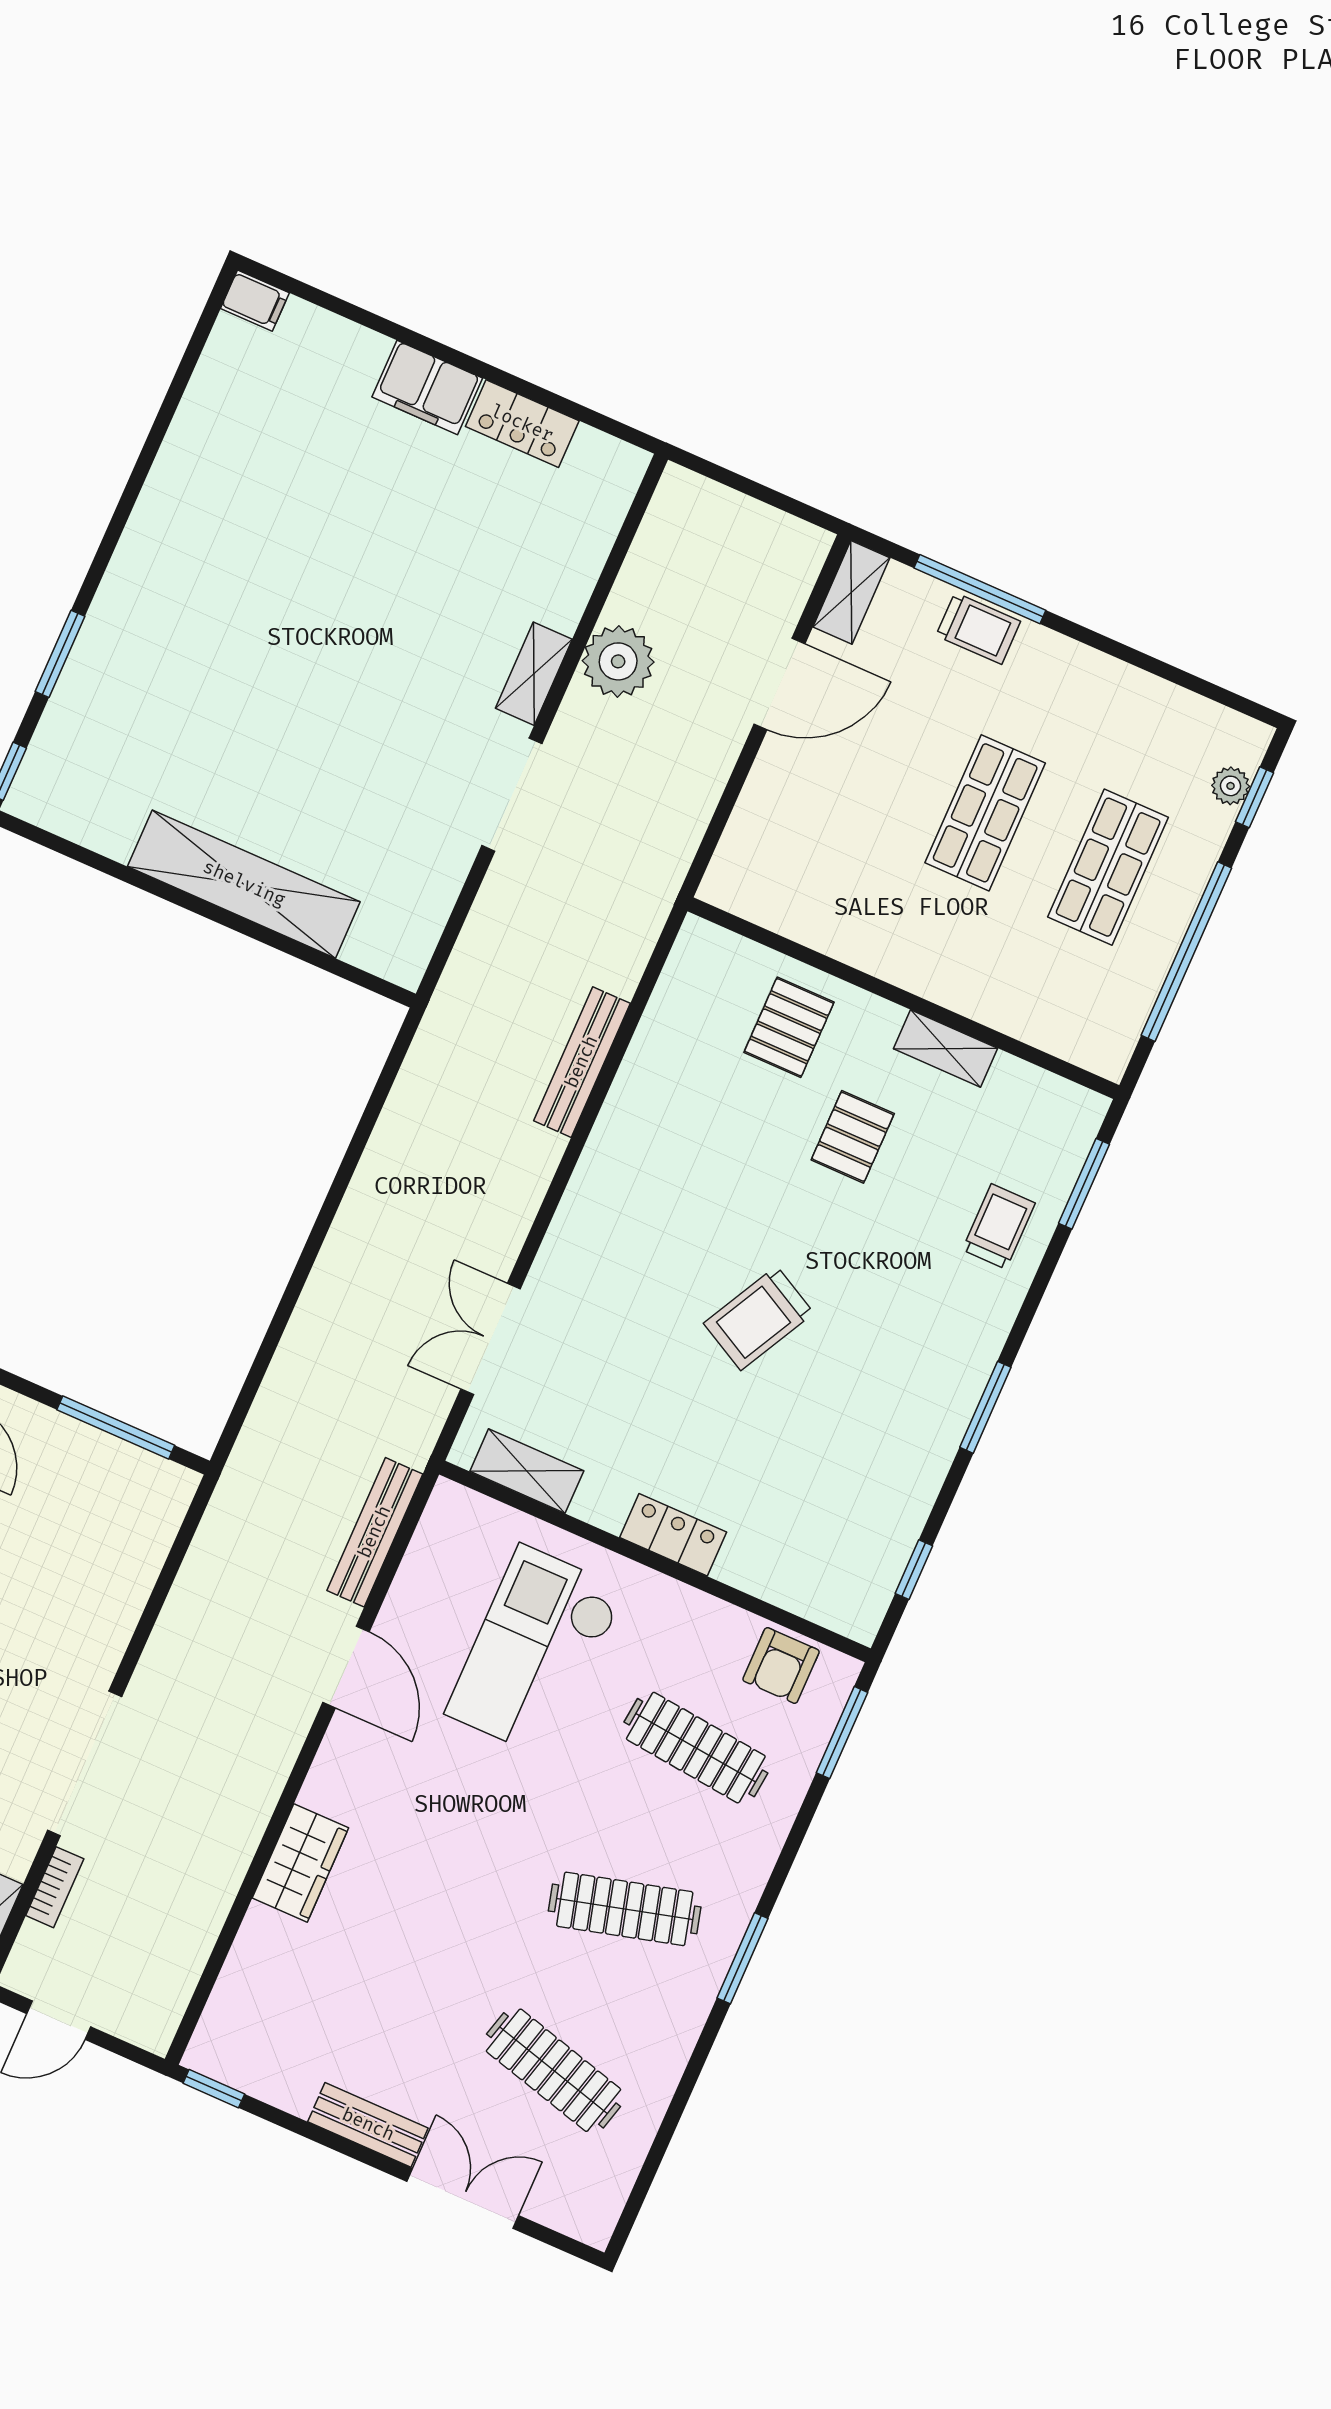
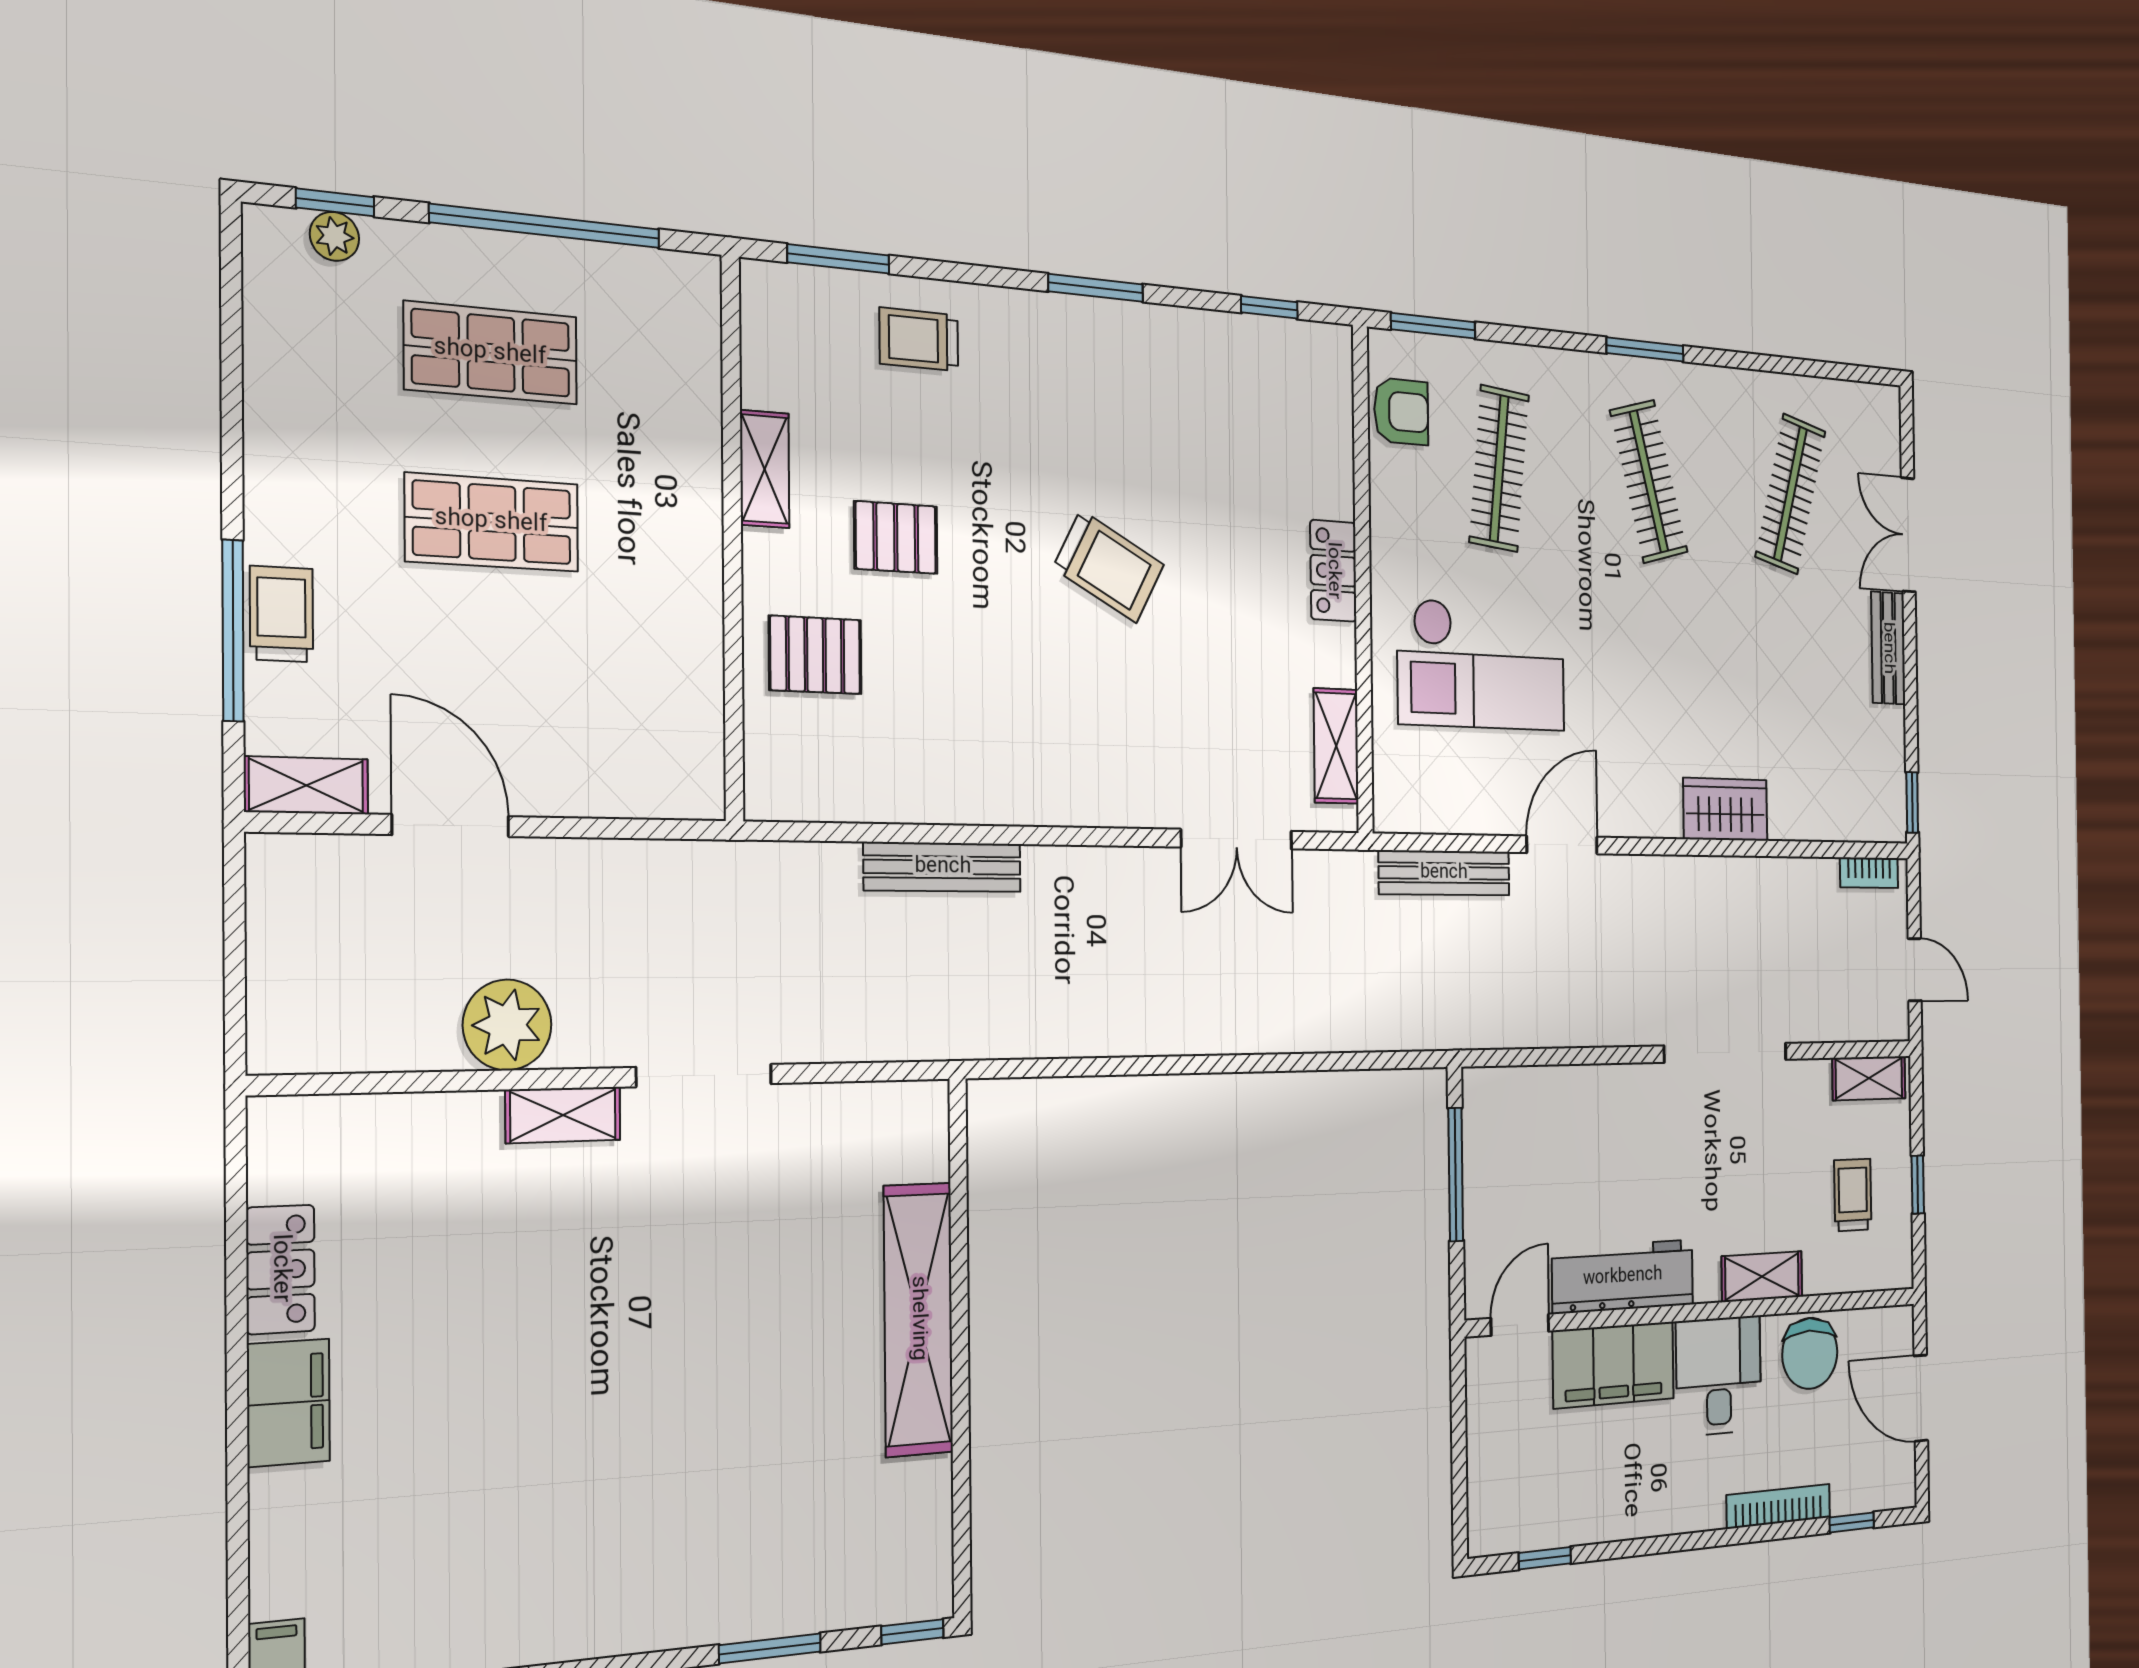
bookcase: (55, 1887) -> (1869, 873), moved, turned 180

